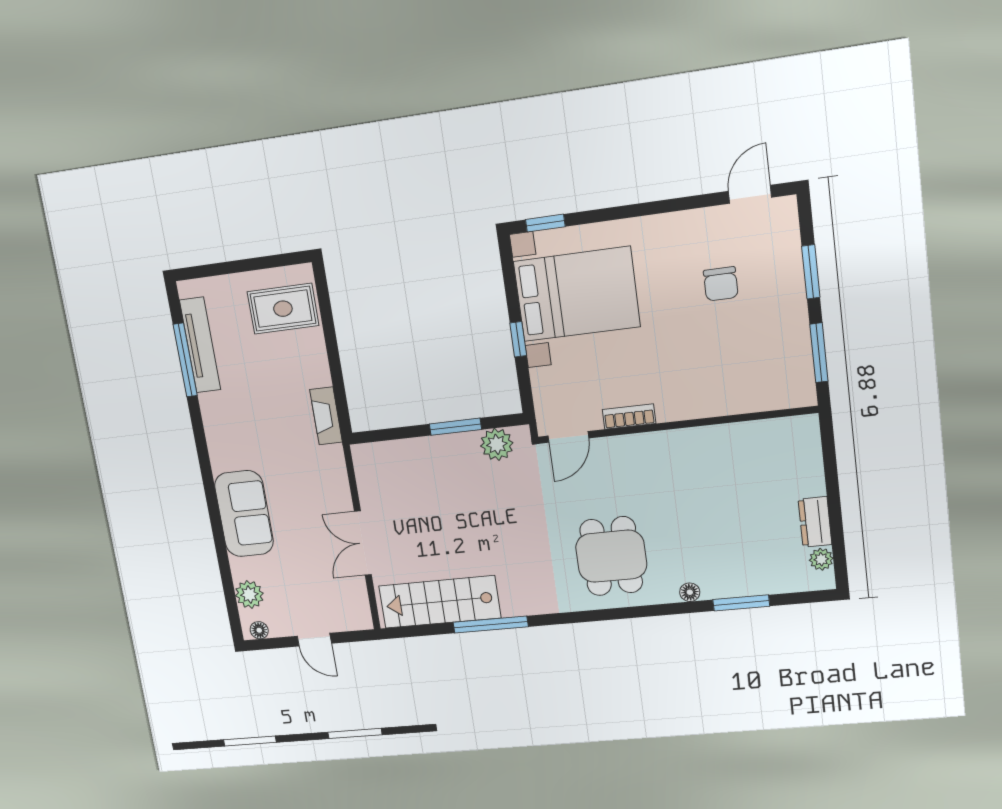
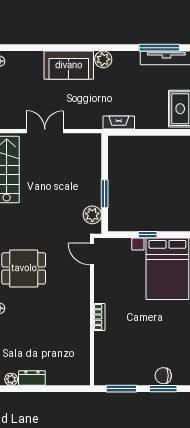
chair: (721, 284) -> (163, 376), moved
bookcase: (629, 417) -> (99, 317), moved
plant: (249, 595) -> (103, 59), moved

